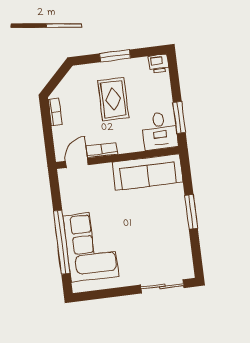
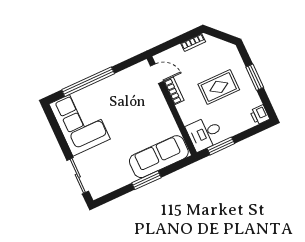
sofa: (148, 172) -> (159, 157), moved, turned 90
corner sofa: (91, 246) -> (80, 121), moved, turned -90

